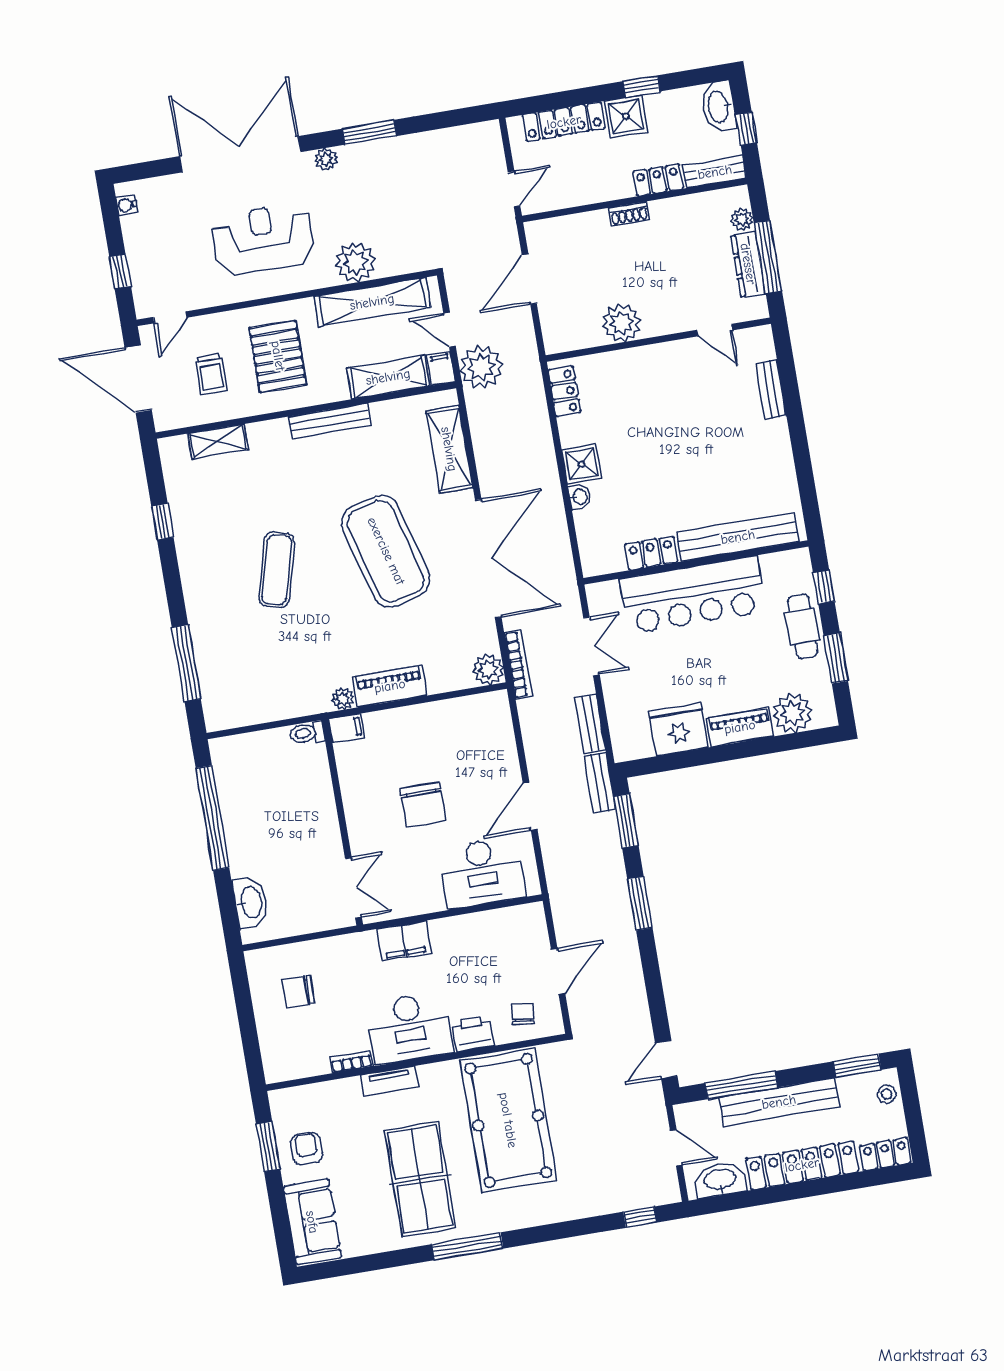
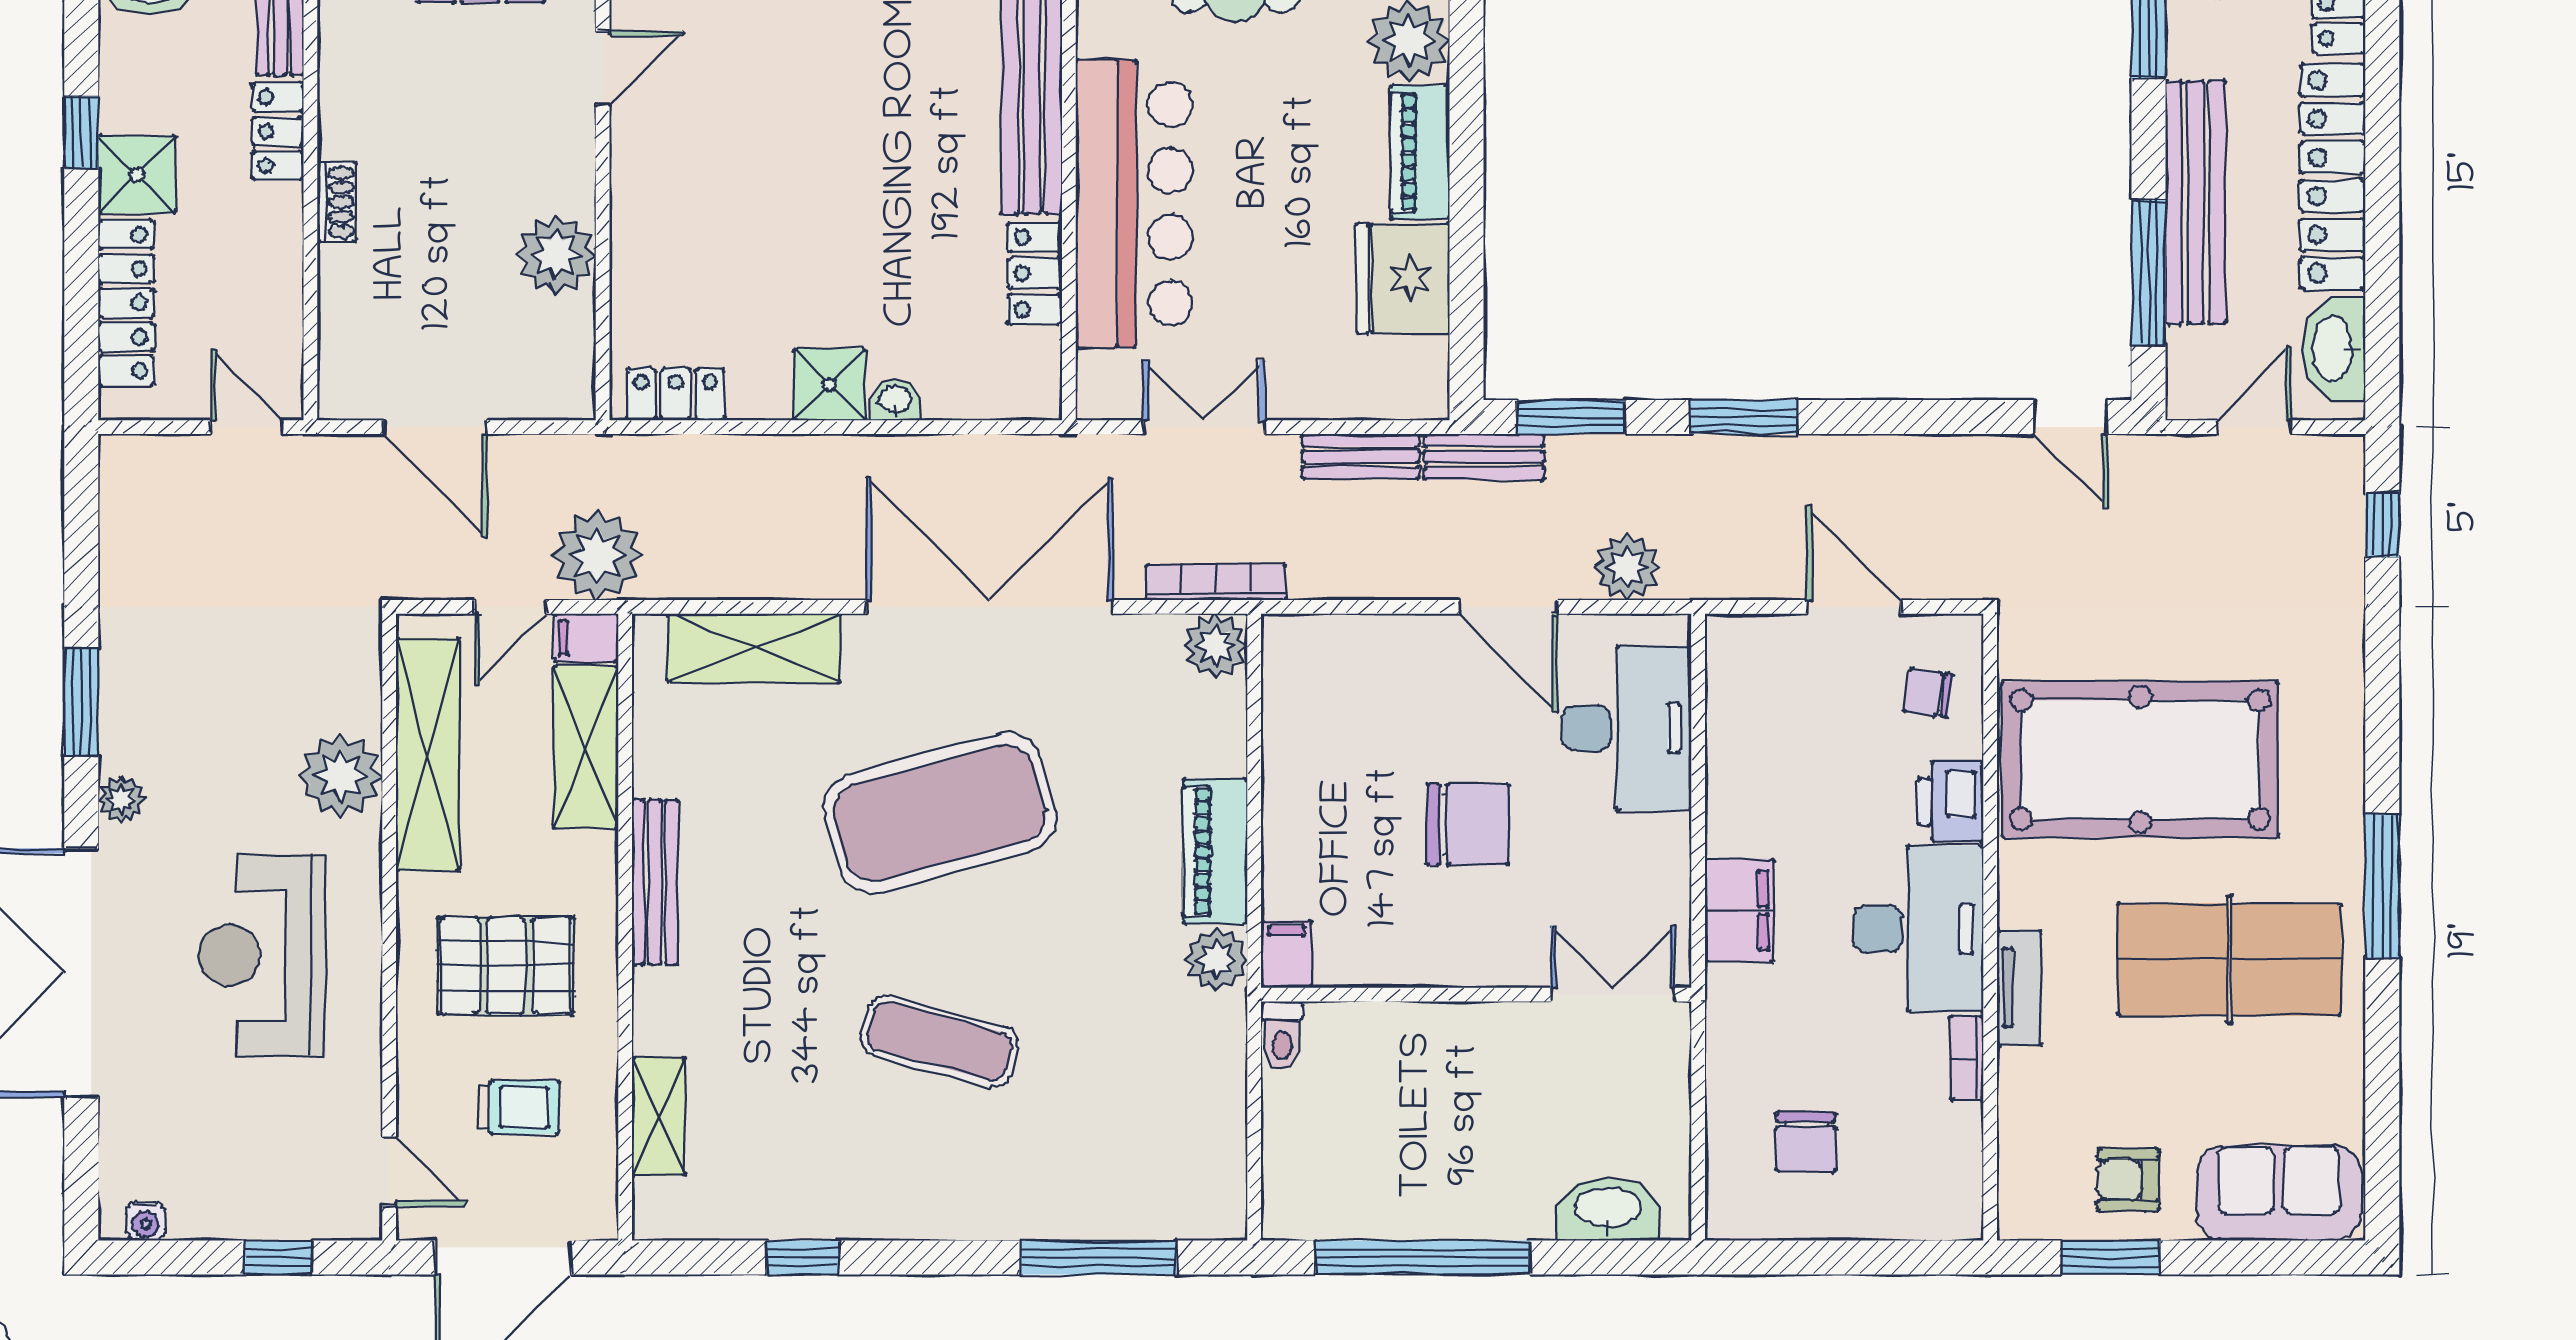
plant: (343, 699) -> (1216, 959), width x1.38, depth x1.38
plant: (559, 860) -> (1627, 567), added

